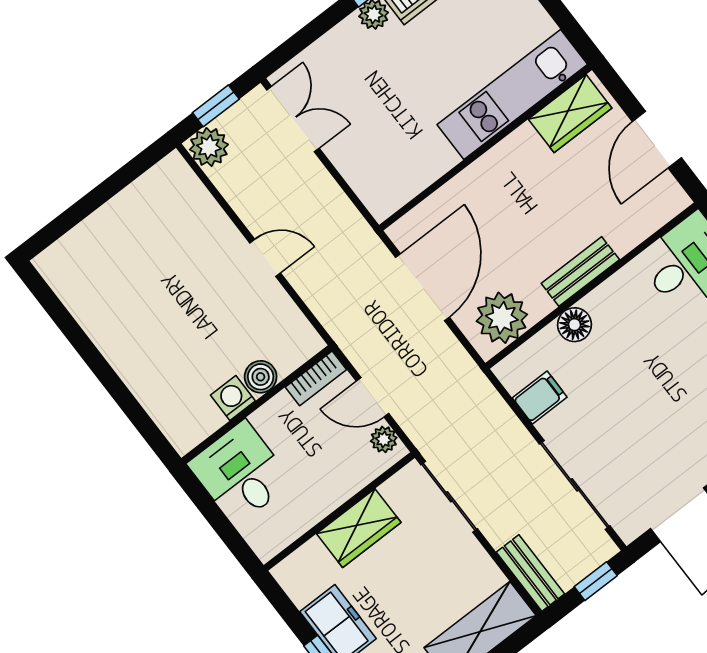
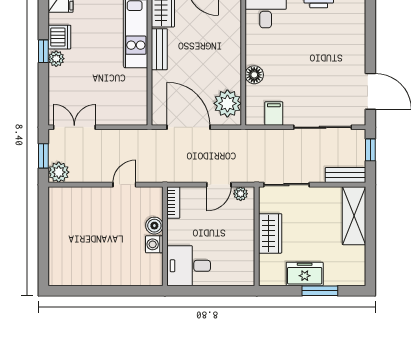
bench: (580, 271) -> (159, 49), moved
boiler: (261, 377) -> (154, 226), moved
bookcase: (316, 378) -> (173, 203), moved
washing machine: (233, 398) -> (154, 244), moved
wall: (257, 404) -> (165, 236), moved
desk: (240, 473) -> (189, 266), moved

